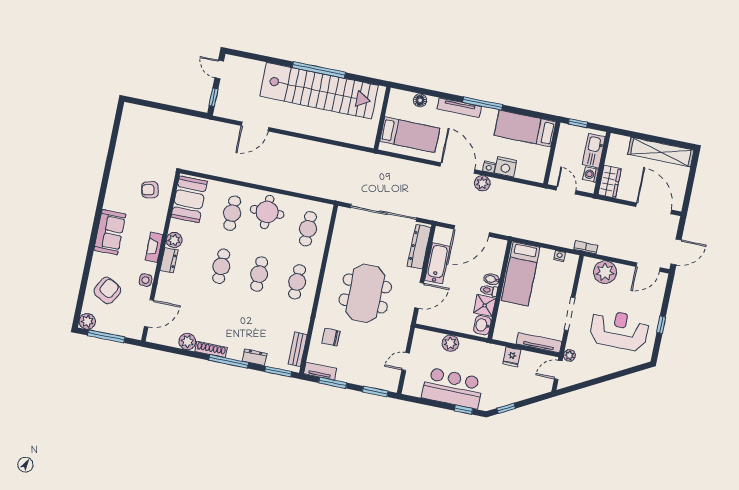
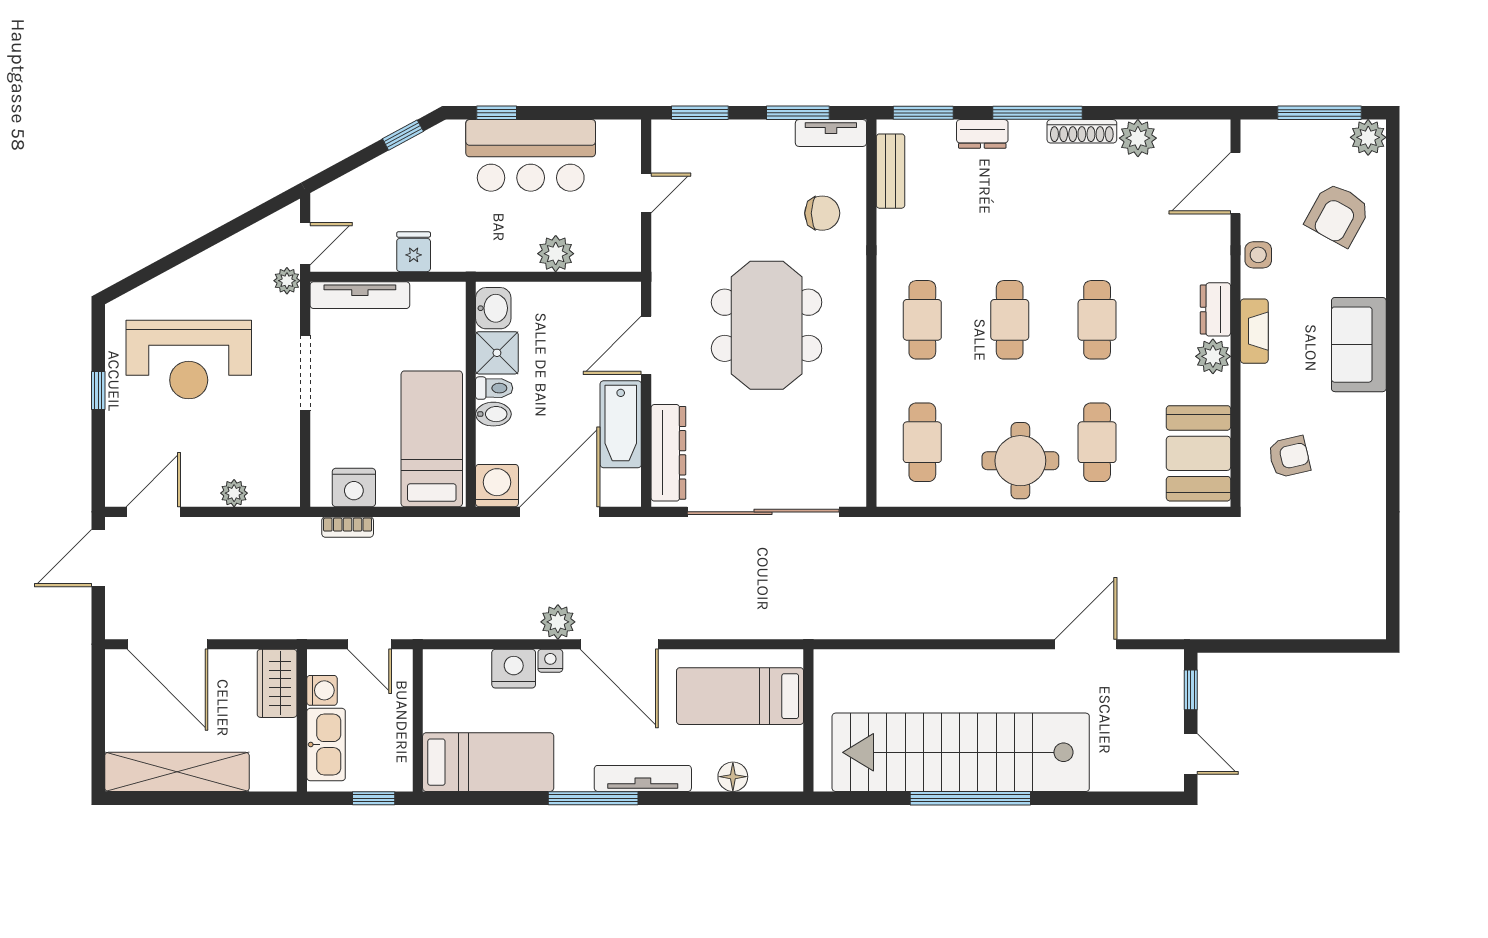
bookcase: (586, 247) -> (348, 527), moved
washing machine: (497, 248) -> (497, 486), added
nightstand: (560, 256) -> (354, 488), width x1.89, depth x1.79
plant: (605, 272) -> (234, 493), width x0.53, depth x0.53

